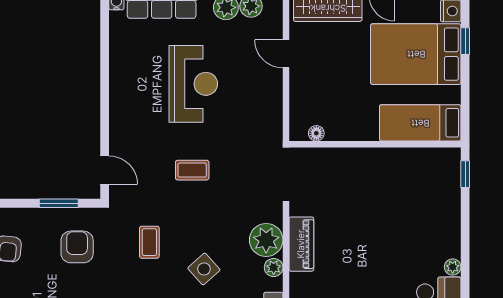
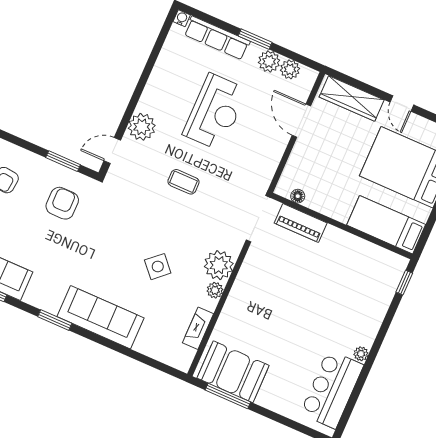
door: (286, 54) -> (301, 121), width x1.38
plant: (124, 132) -> (142, 127), added
door: (105, 170) -> (112, 151), swing flipped
coffee table: (149, 242) -> (123, 225), removed
piano: (301, 244) -> (301, 223), moved, turned 90

